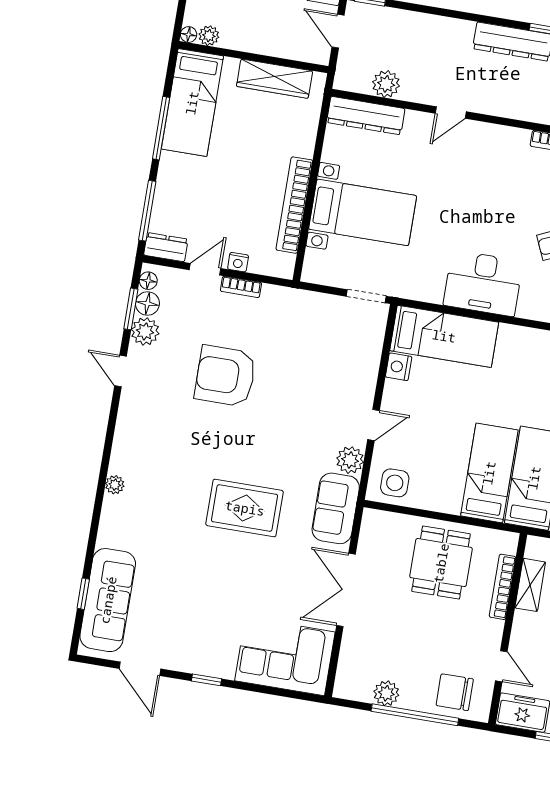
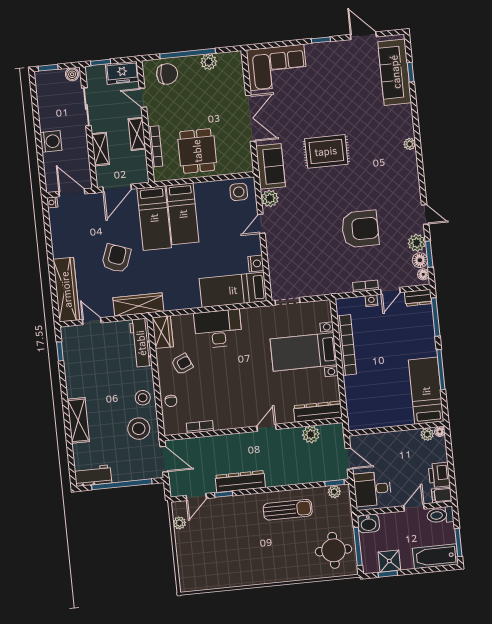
wardrobe: (275, 79) -> (380, 419), removed
shelving: (530, 585) -> (137, 134), moved

